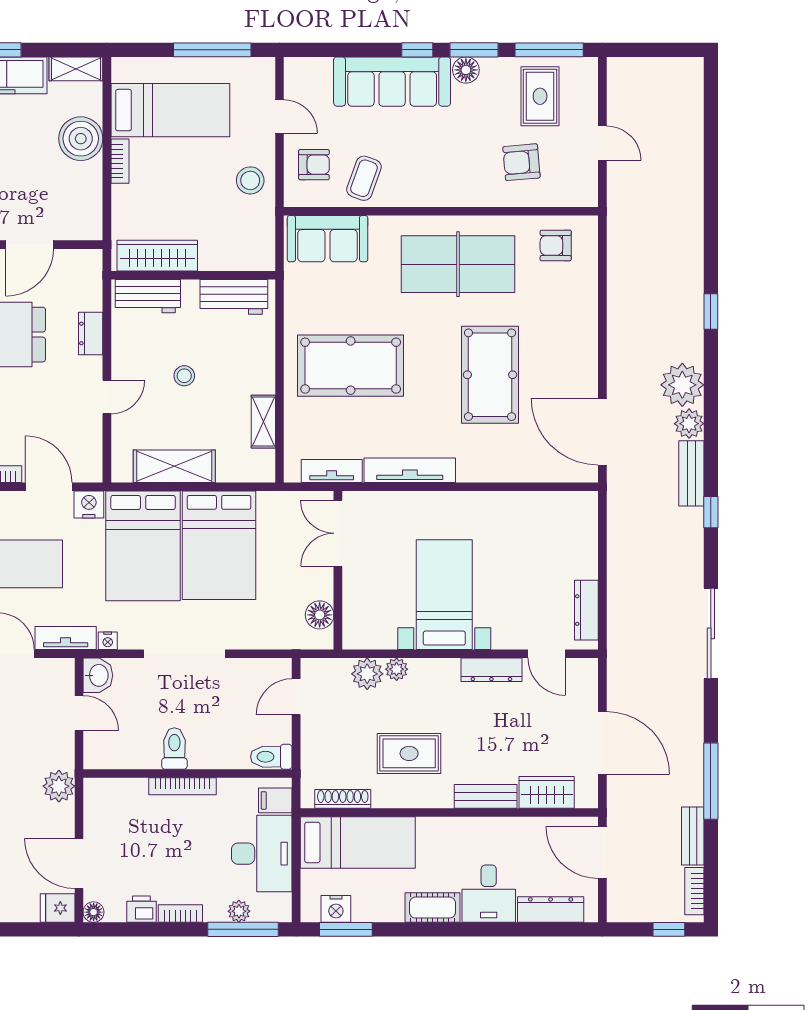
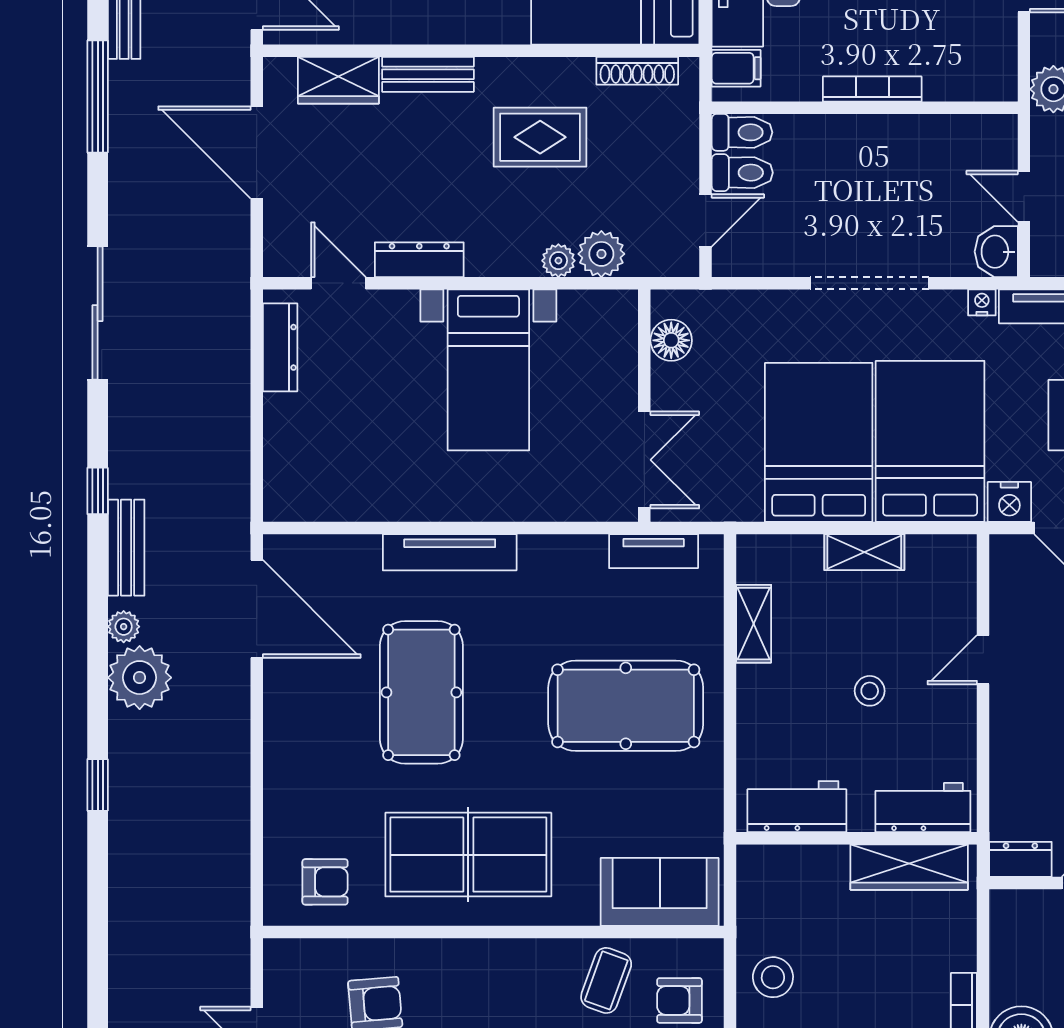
dresser: (91, 333) -> (1020, 859), moved, turned -90
plant: (689, 424) -> (124, 627), width x0.73, depth x0.73
shelving: (174, 466) -> (864, 552), width x0.67, depth x0.75
tv unit: (410, 470) -> (450, 552), moved
toilet: (174, 748) -> (742, 173), moved, turned -90

